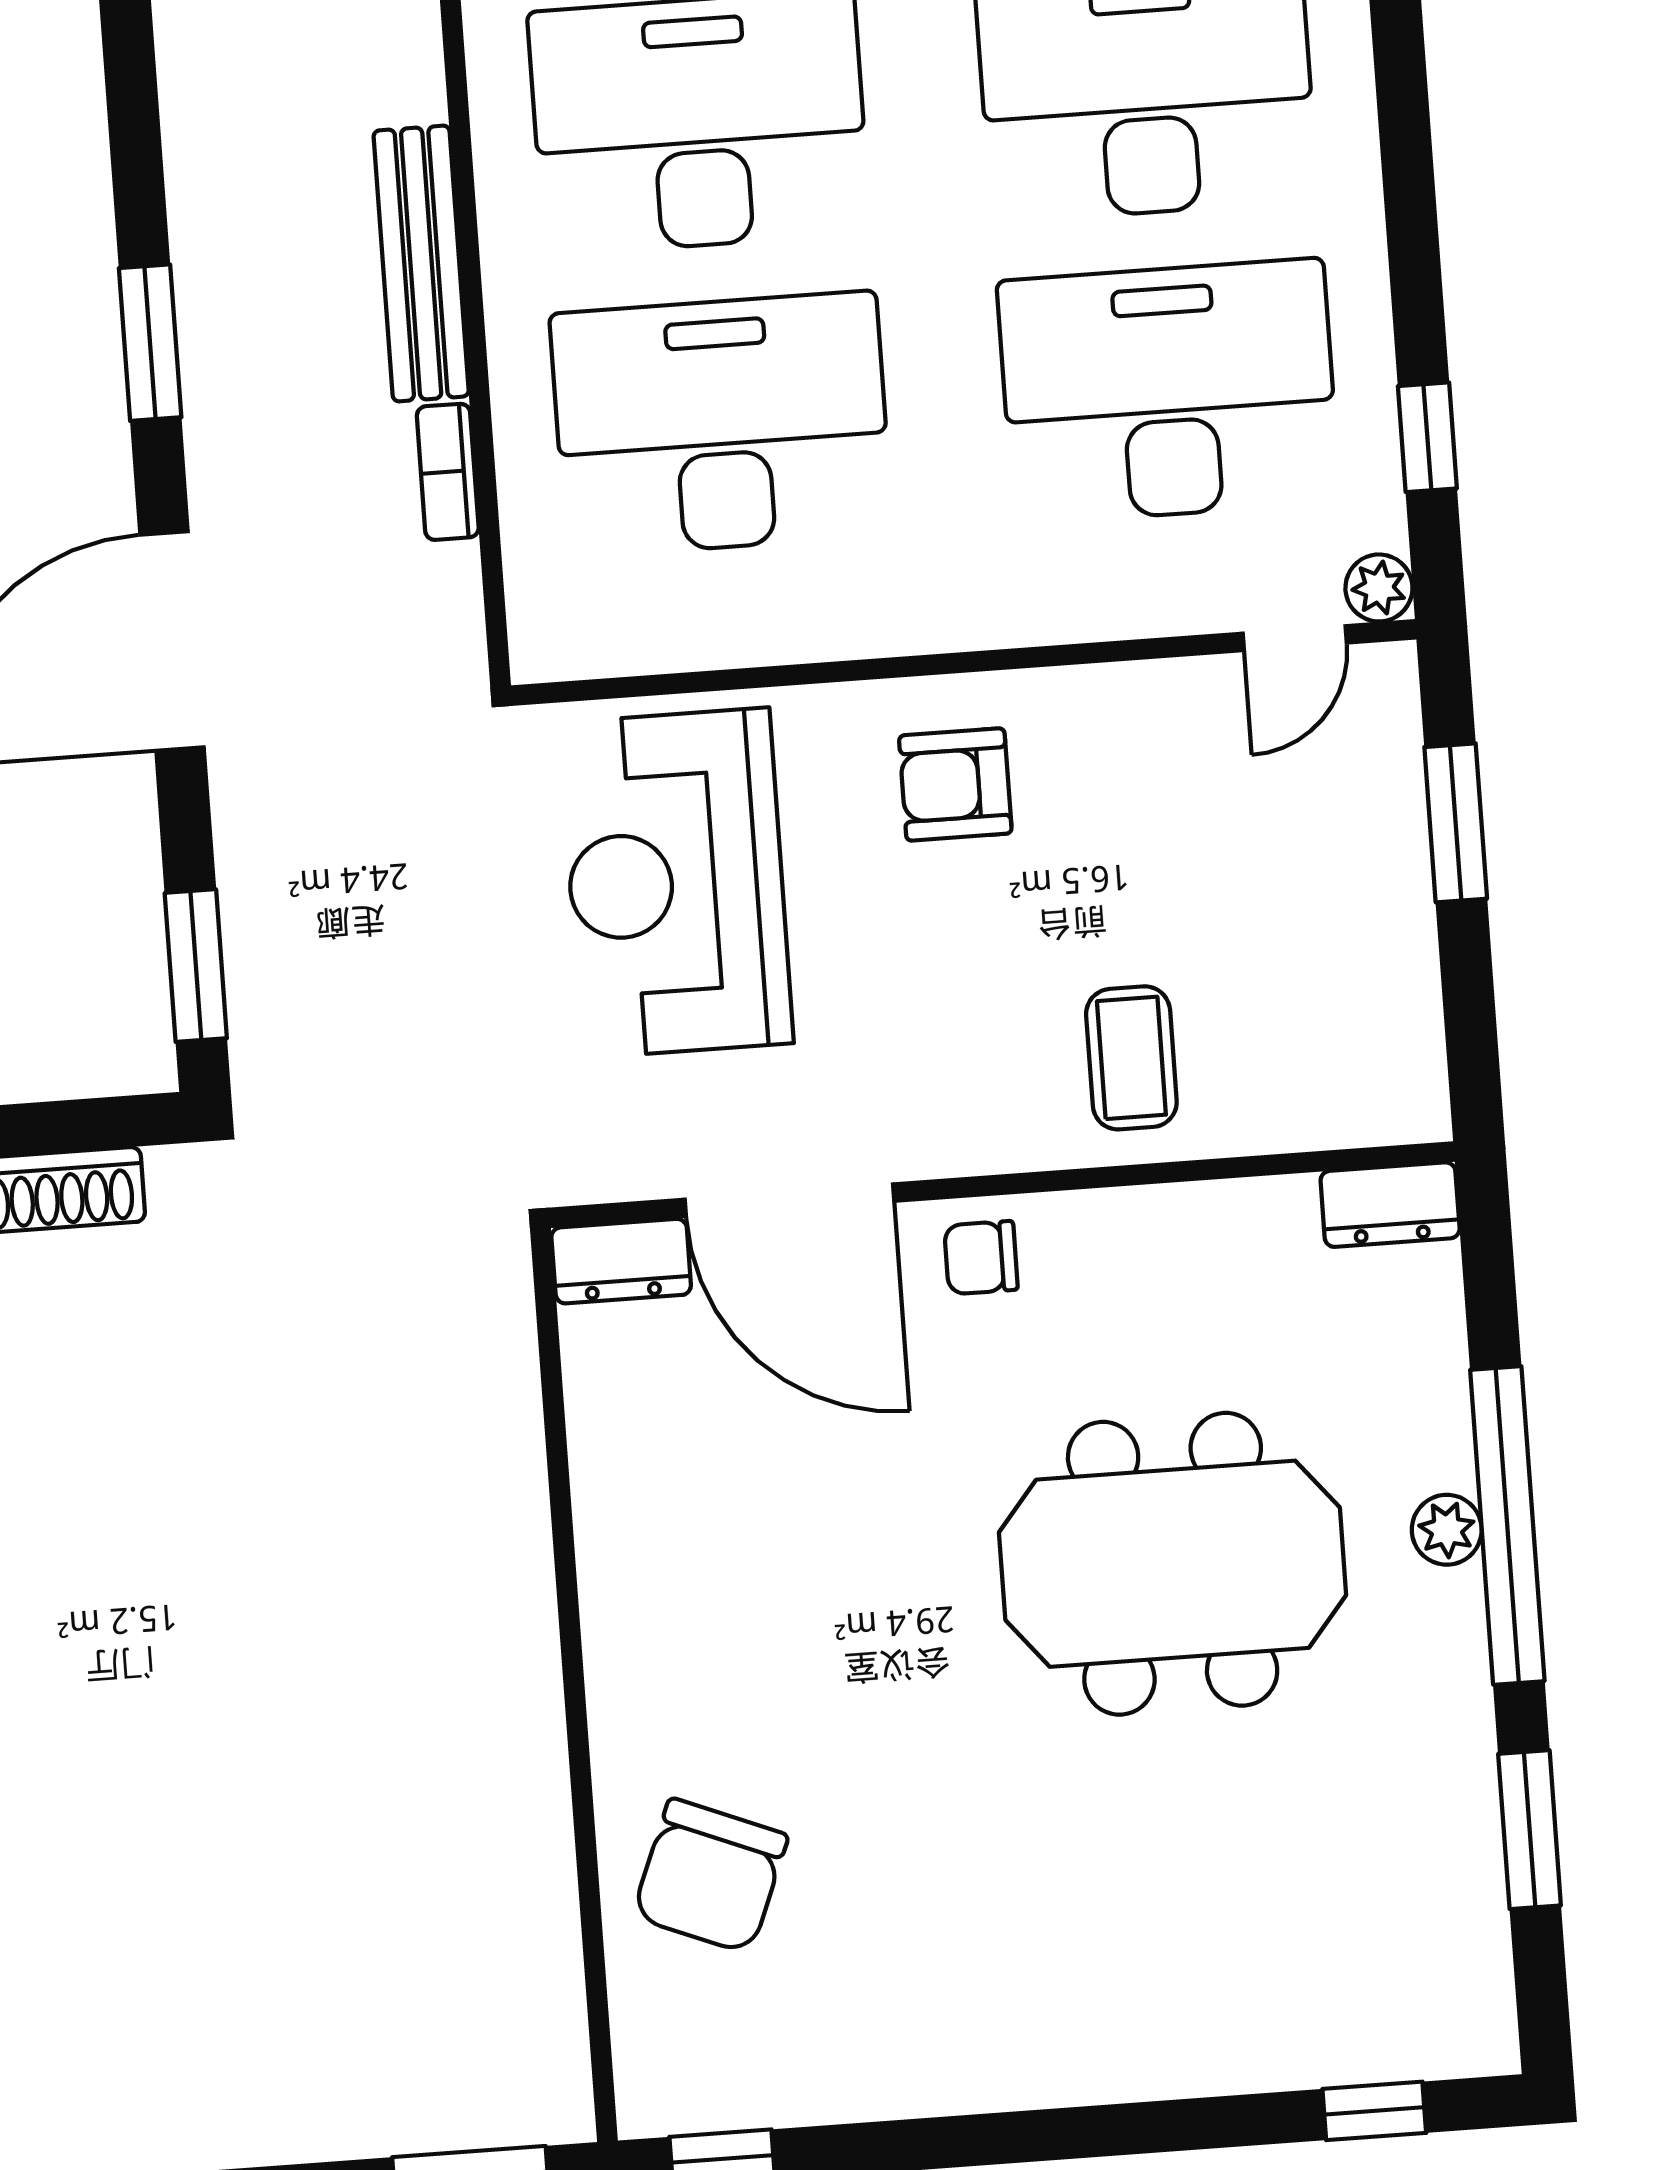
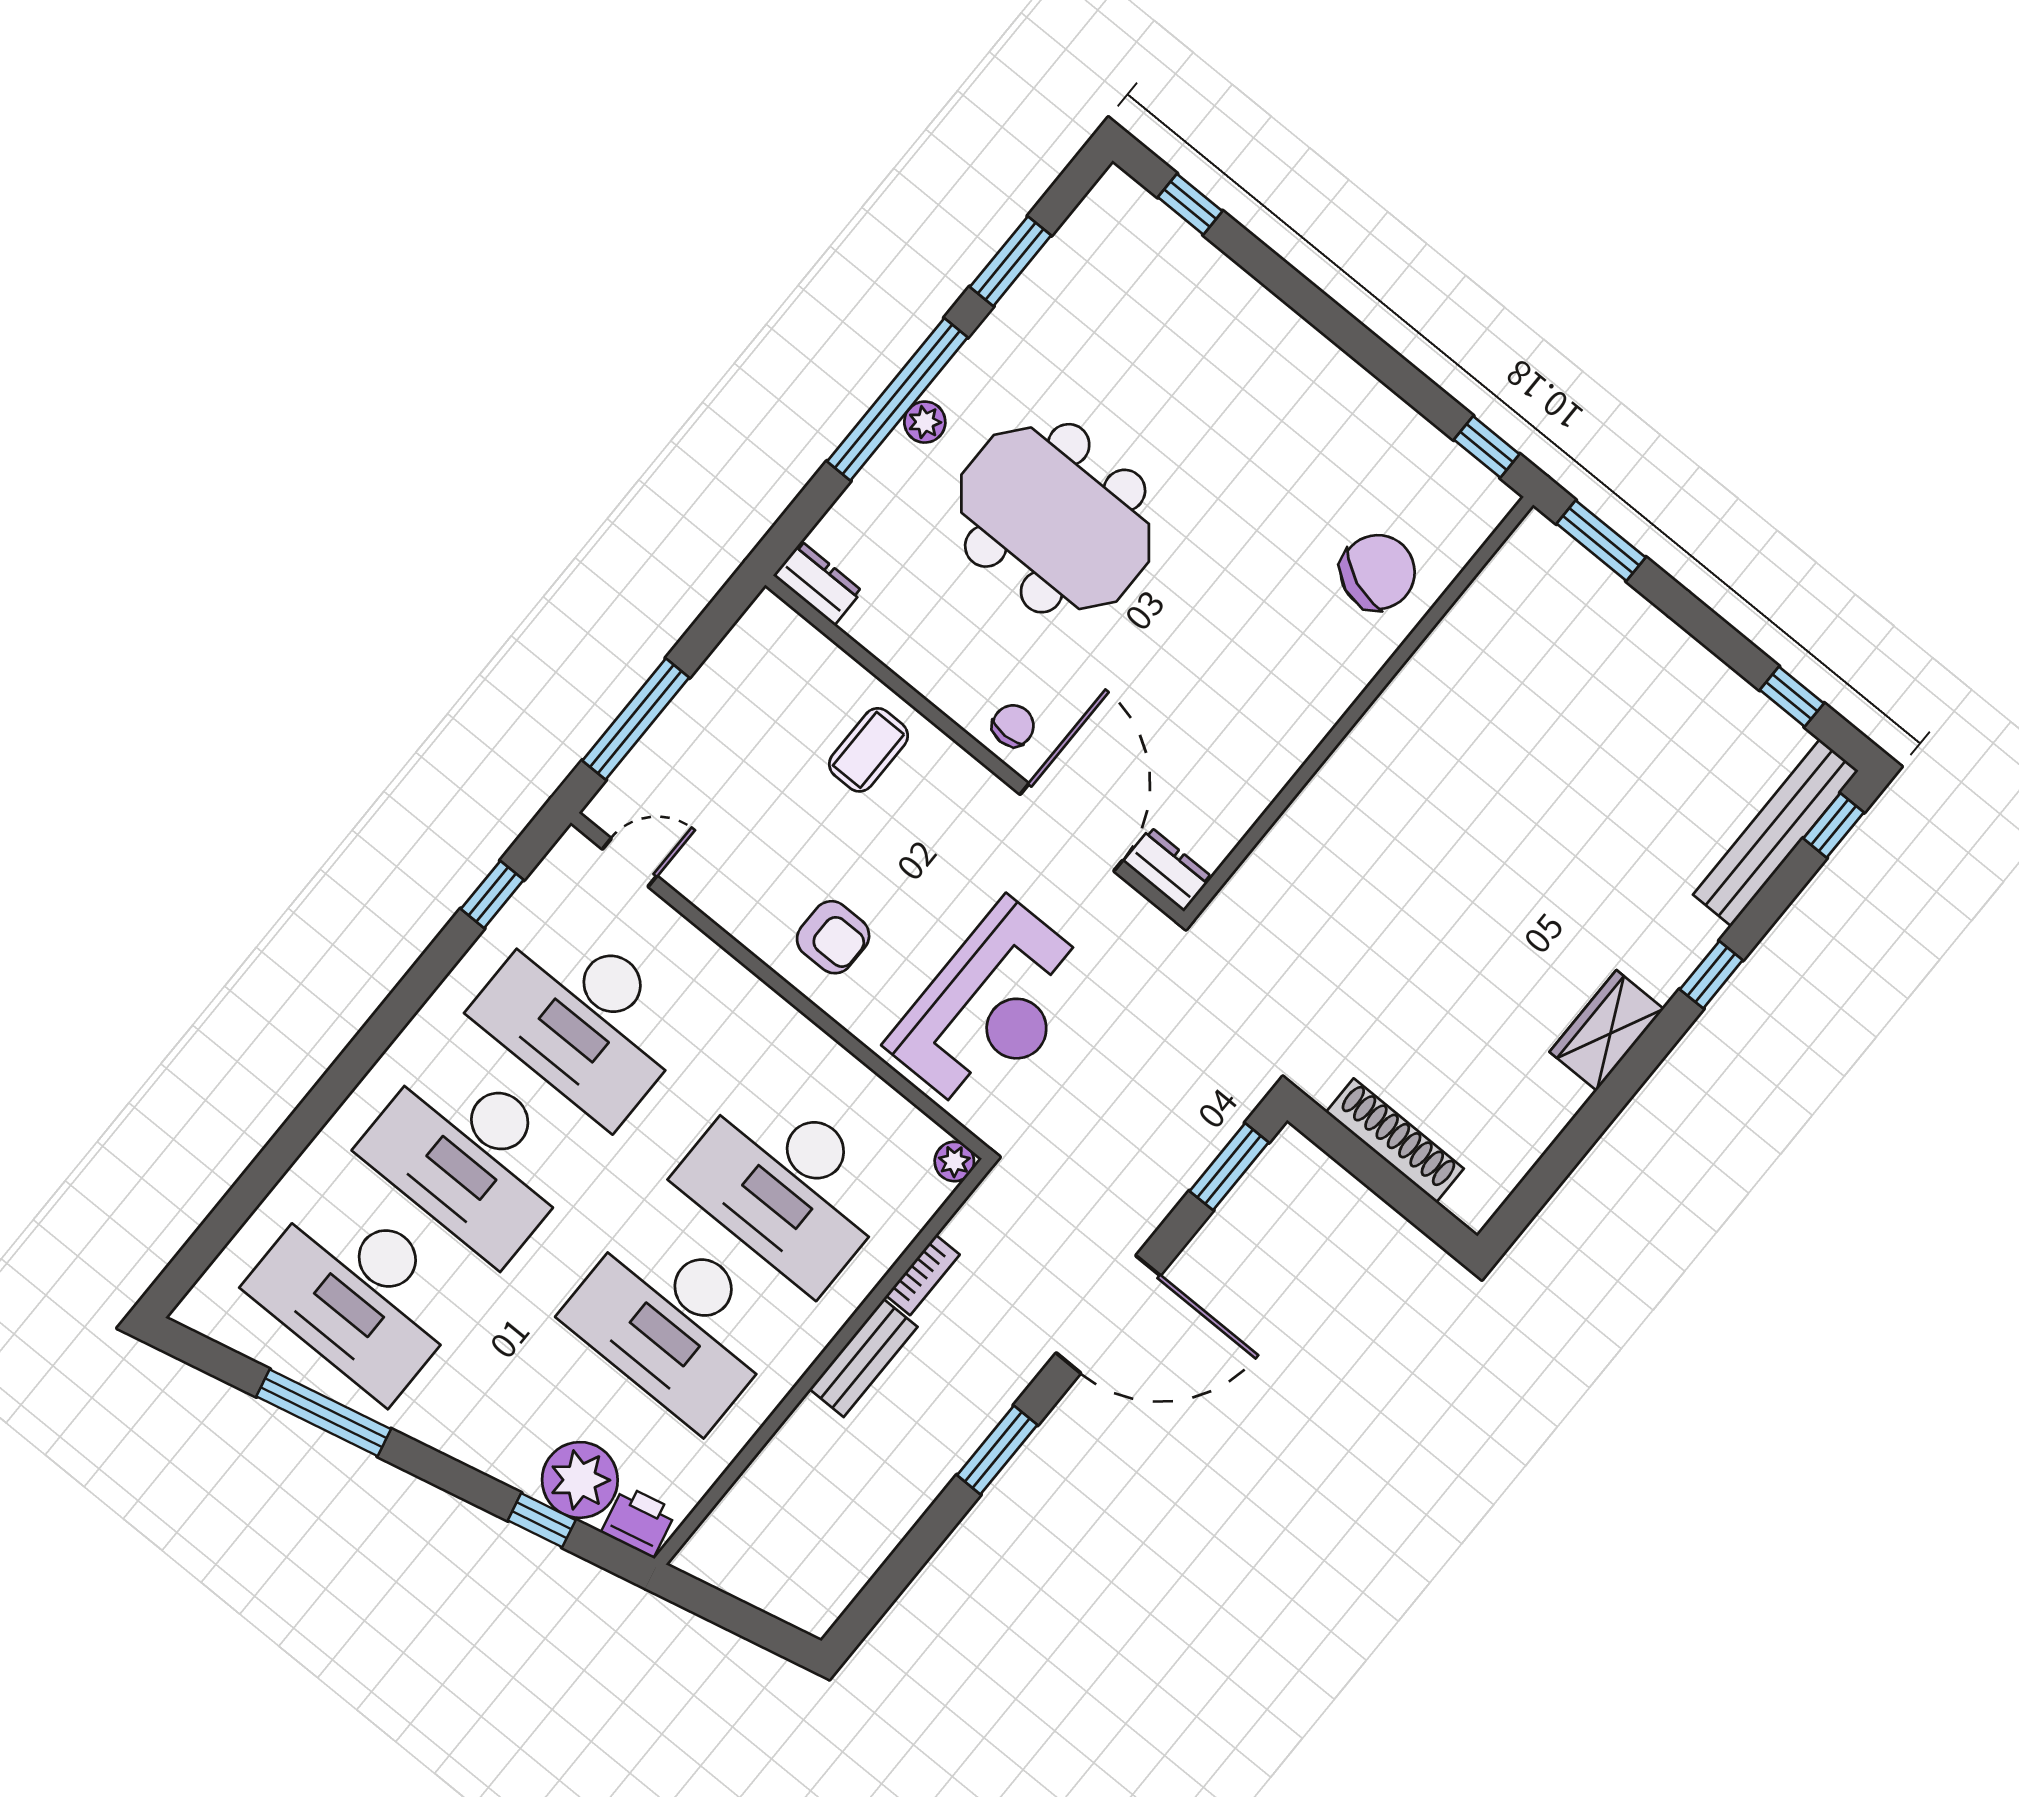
bench: (421, 263) -> (863, 1358), width x0.73
plant: (1379, 588) -> (954, 1161), moved
window: (1456, 823) -> (636, 719), width x1.44
chair: (981, 1258) -> (1013, 726), turned -90

